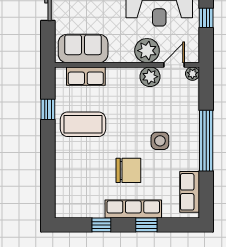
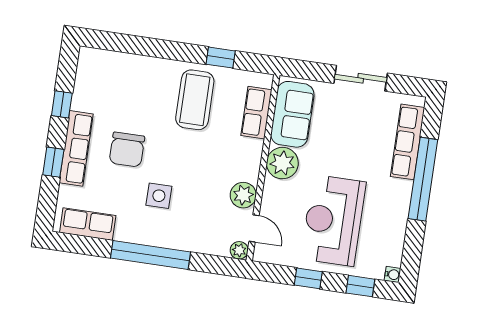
plant: (147, 51) -> (282, 163), moved

